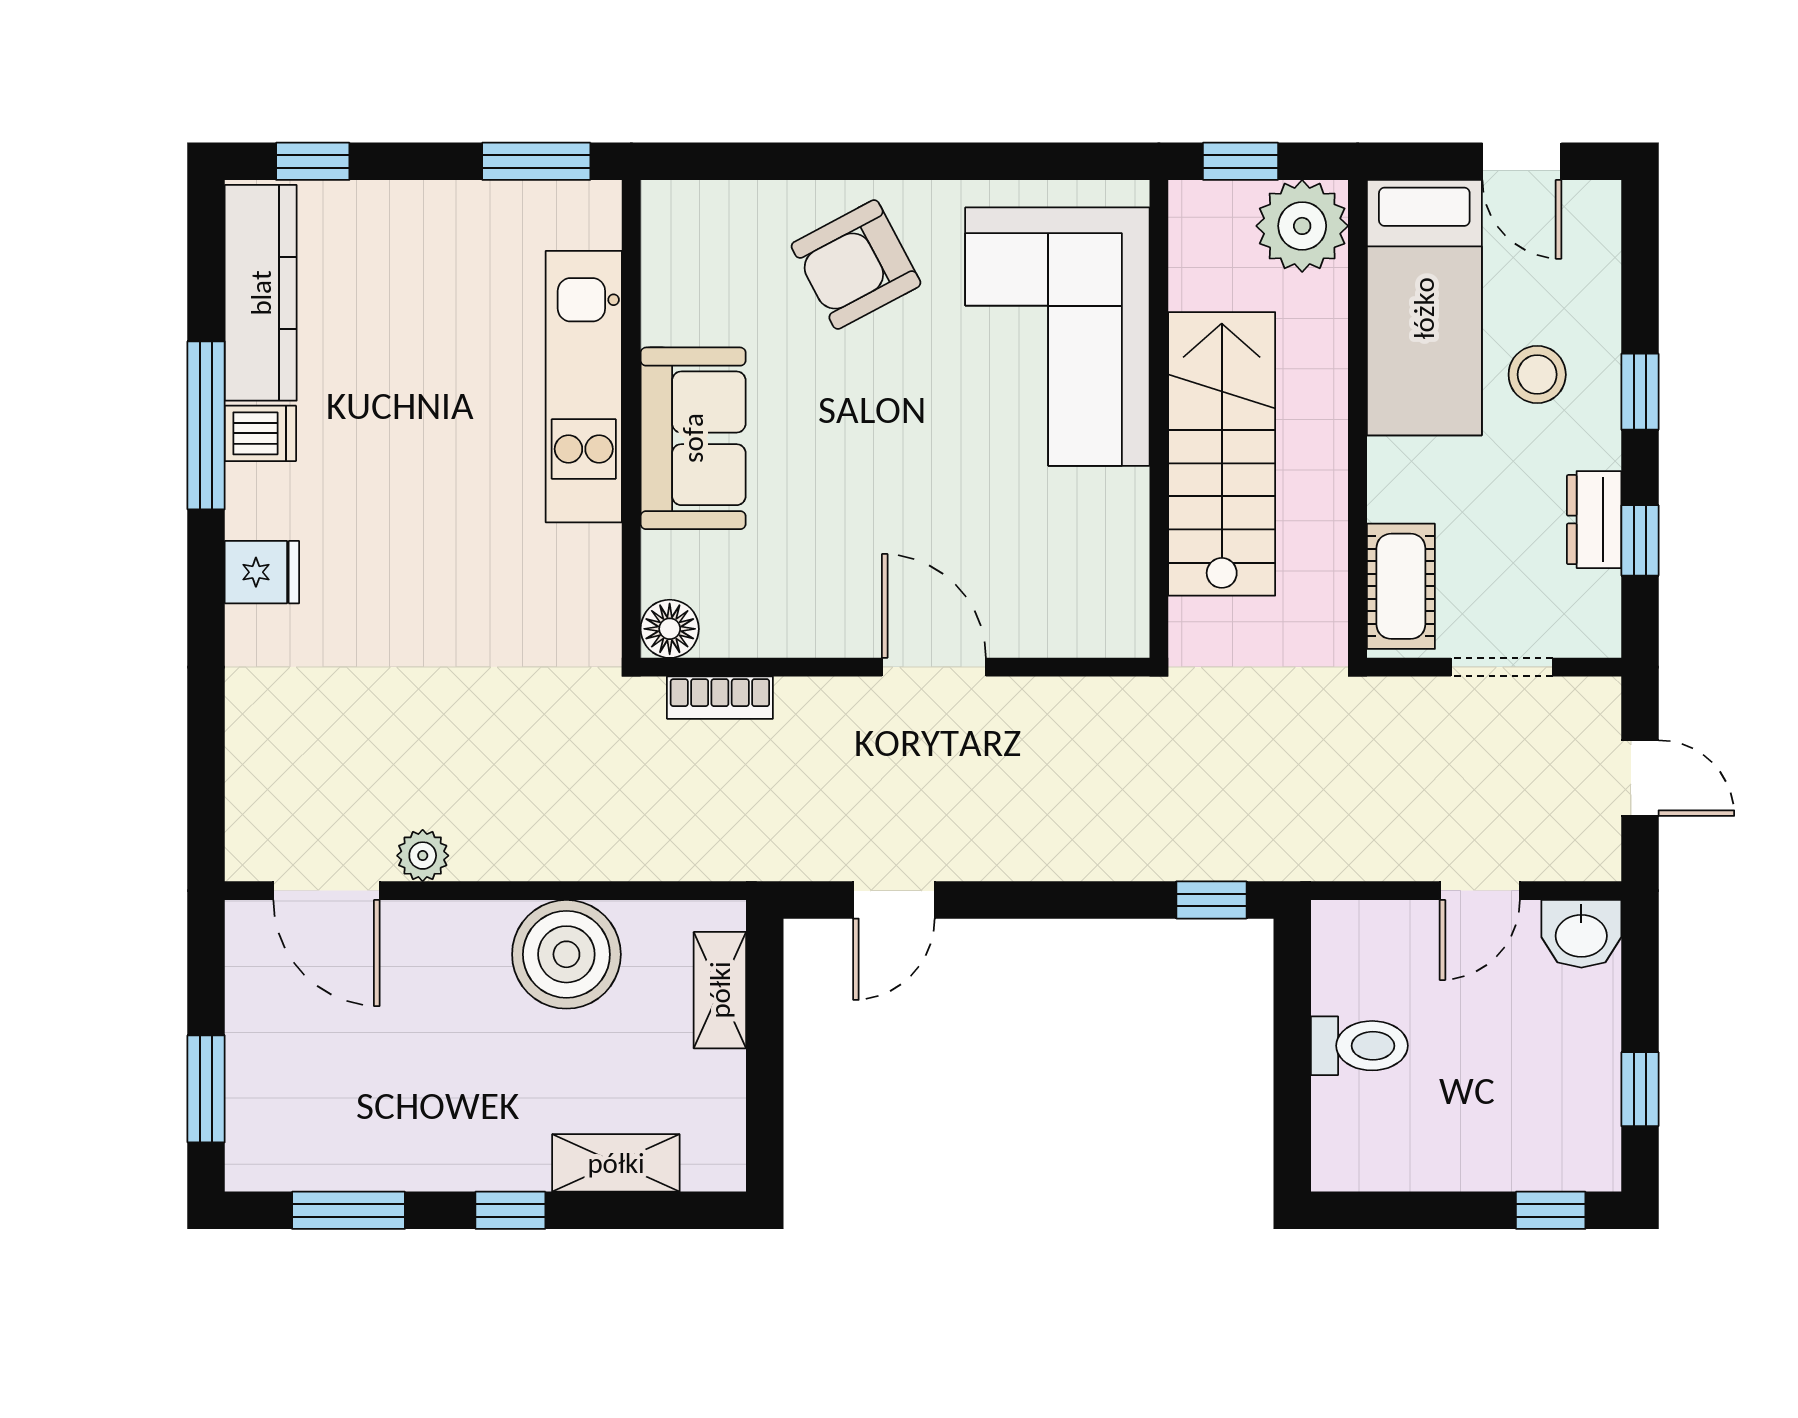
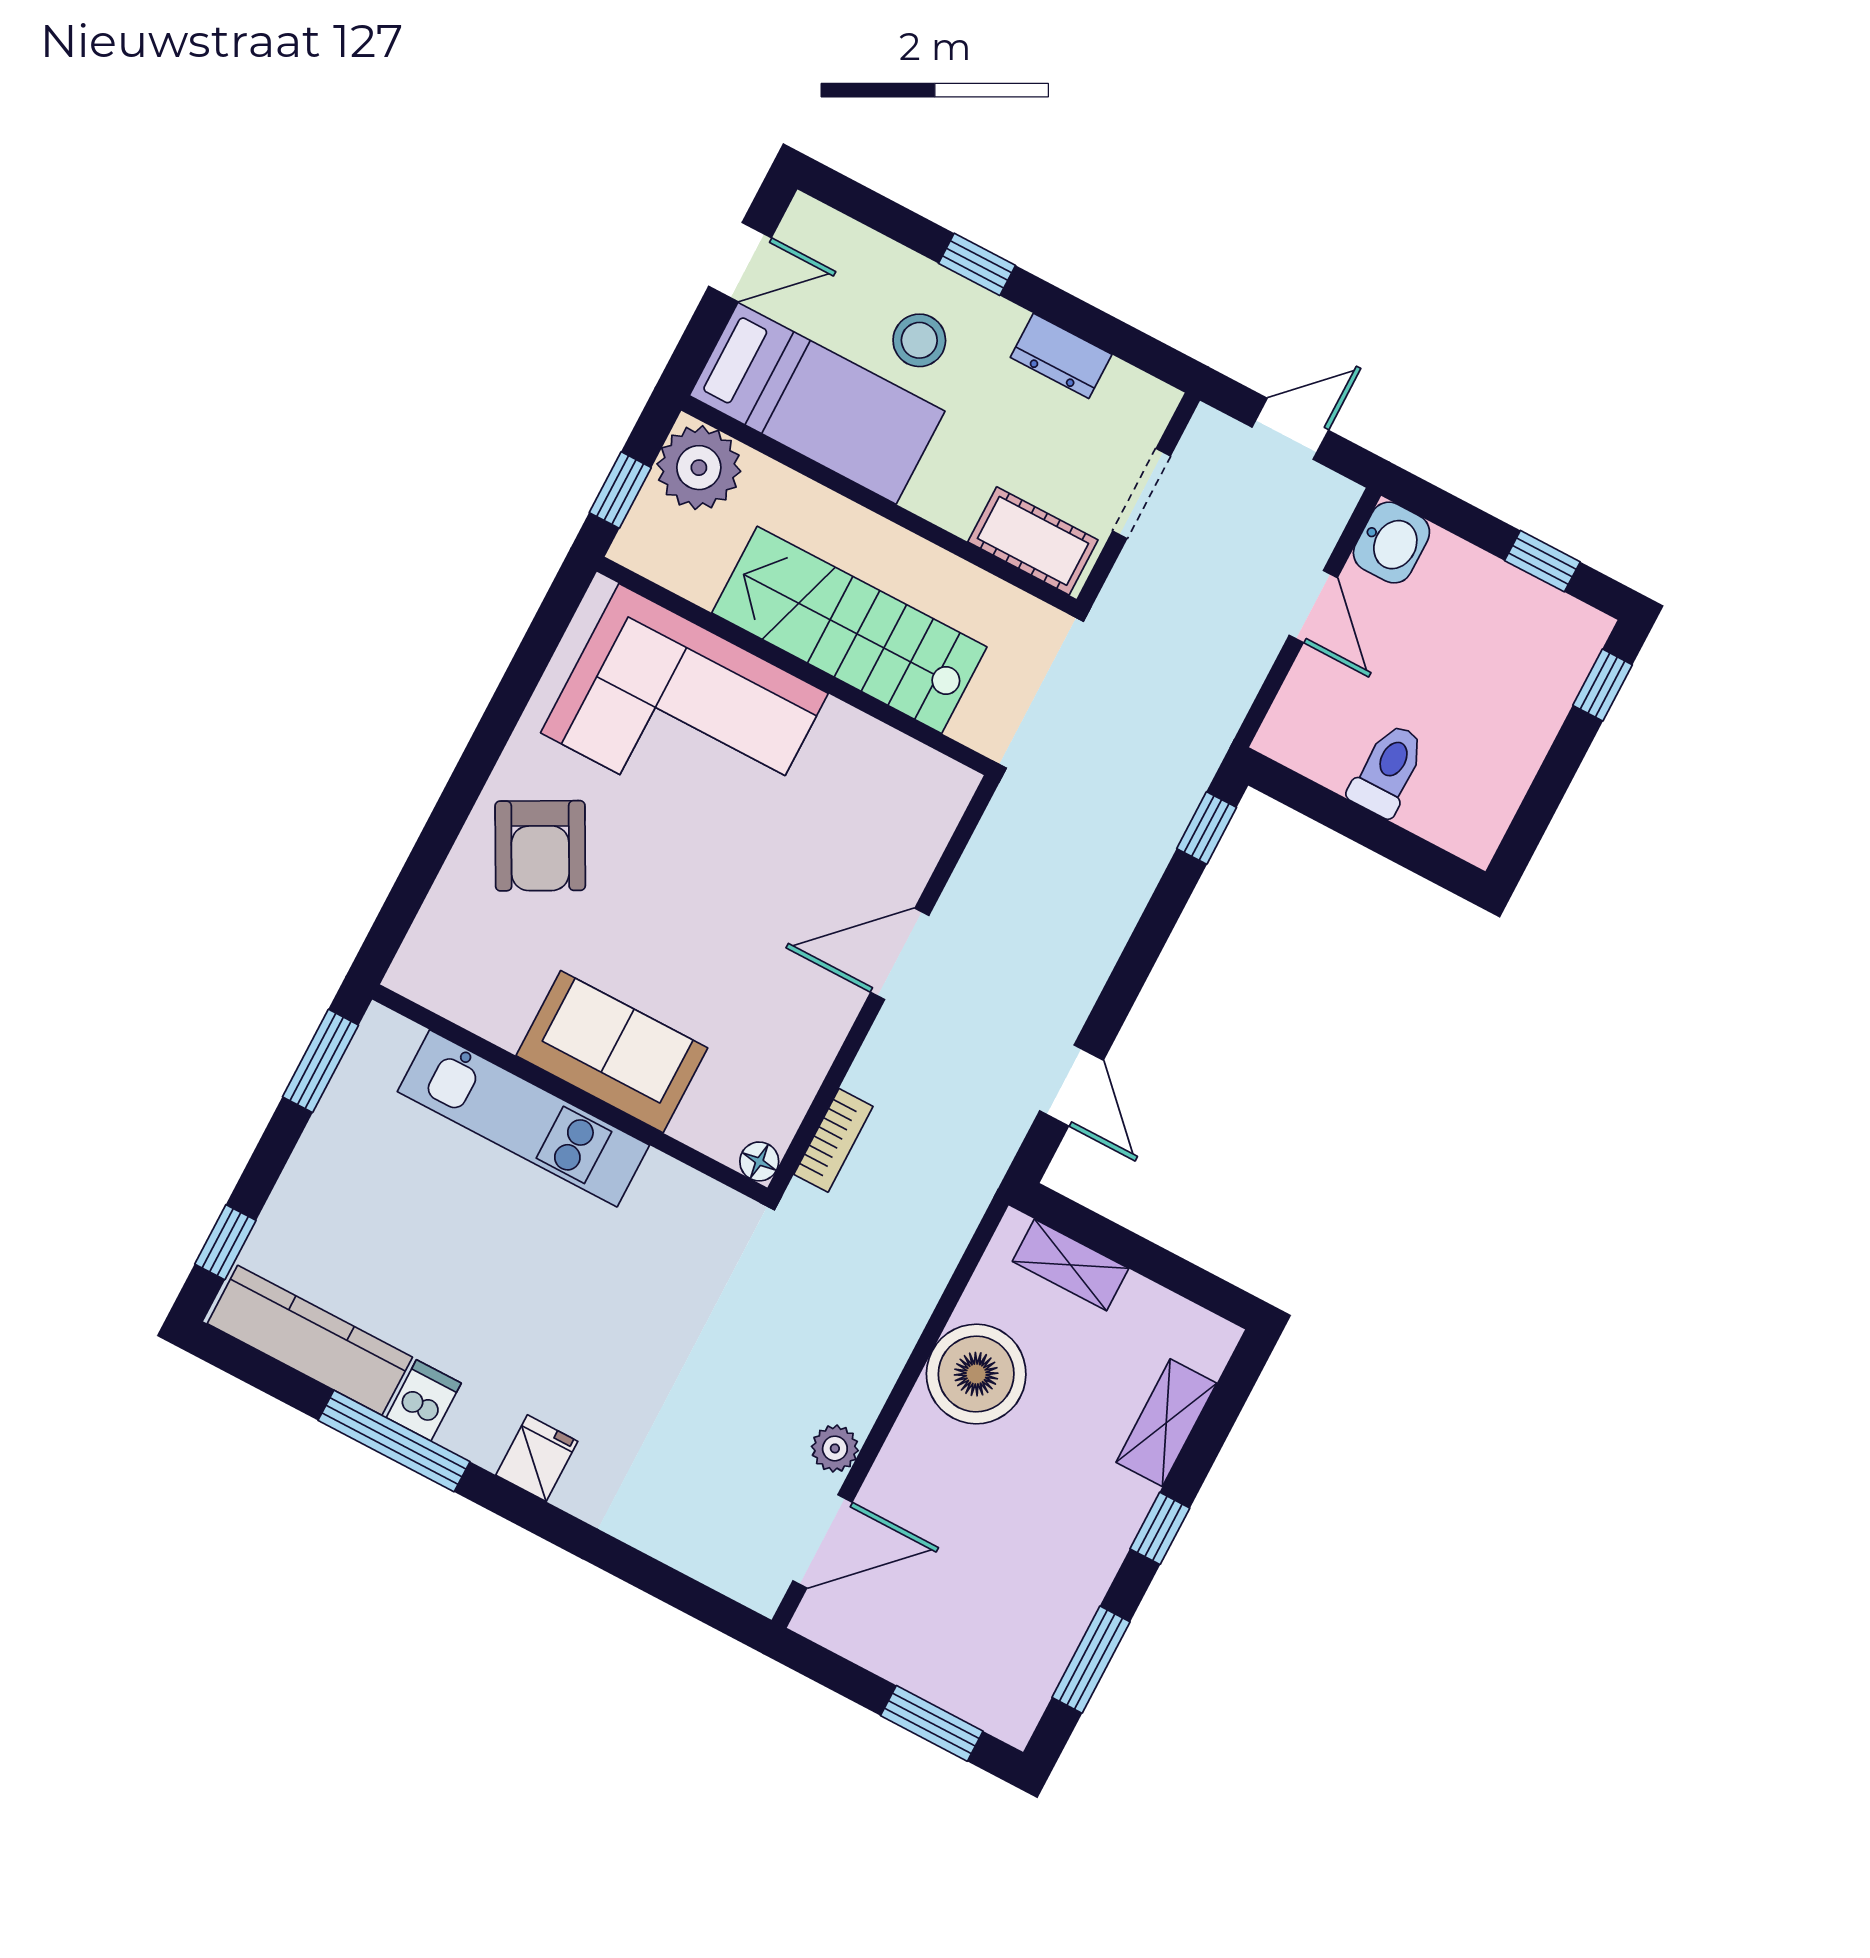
window: (1640, 540) -> (1097, 328), removed
floor lamp: (670, 629) -> (759, 1161), width x0.73, depth x0.73

